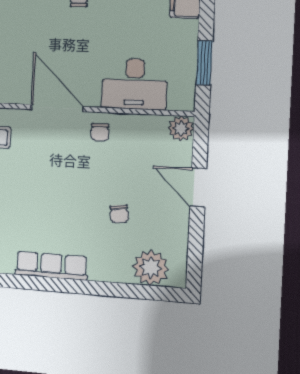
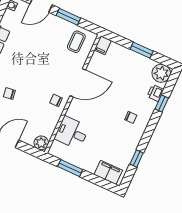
desk: (134, 84) -> (72, 133), width x0.73

